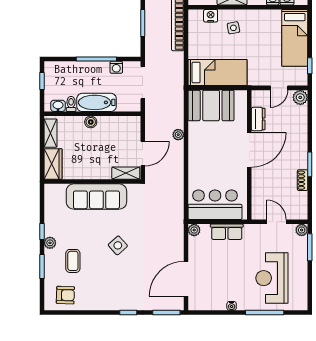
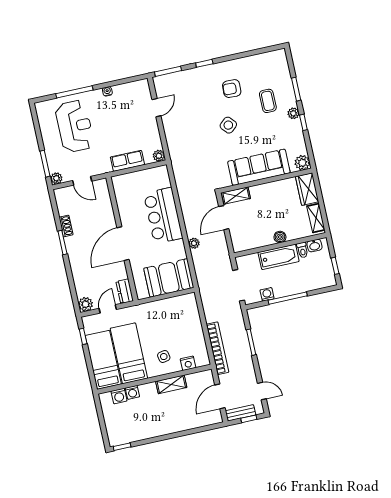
bed: (217, 73) -> (129, 353), moved, turned 90
dresser: (258, 119) -> (125, 291), moved
plant: (52, 191) -> (302, 163), added
bar counter: (215, 205) -> (163, 216), moved, turned 90
door: (186, 279) -> (156, 108), width x0.53
armchair: (65, 295) -> (232, 89), moved

